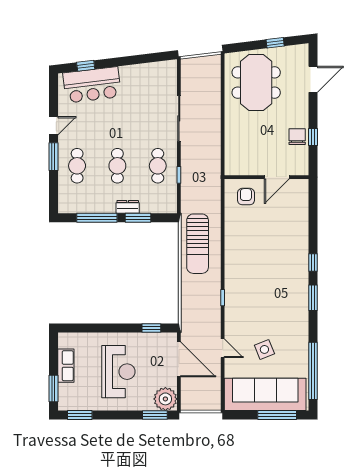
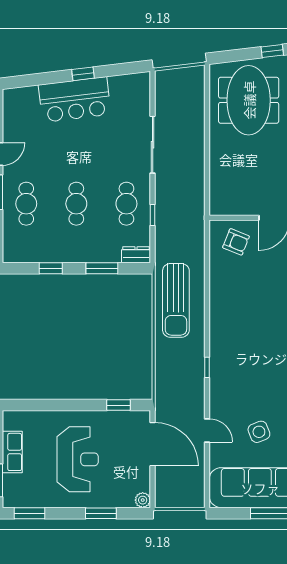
window: (86, 66) -> (83, 74), moved
bar counter: (92, 85) -> (75, 100), moved
armchair: (246, 197) -> (236, 242), turned 112
dresser: (128, 207) -> (136, 255), moved
window: (97, 218) -> (51, 268), width x0.46
plant: (165, 399) -> (143, 500), width x0.53, depth x0.53
window: (155, 415) -> (101, 513), moved

